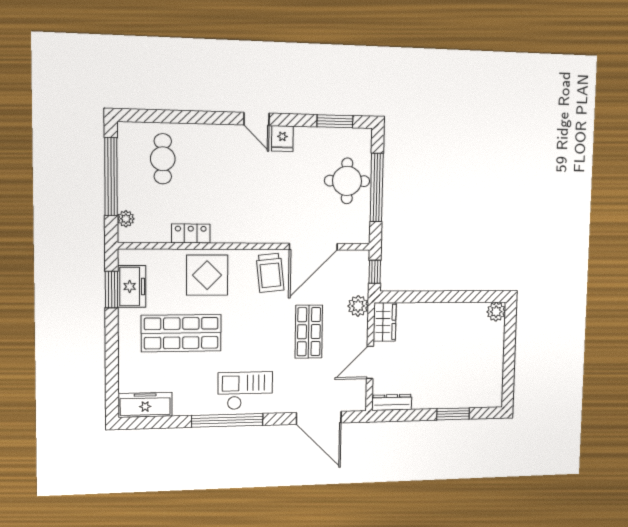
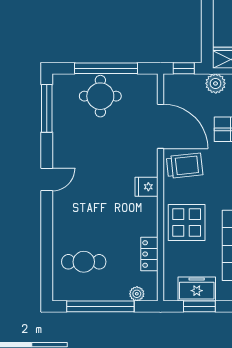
window: (335, 121) -> (47, 108), width x1.44
fridge: (282, 139) -> (146, 187), moved, turned 180
locker: (191, 233) -> (149, 254), moved

